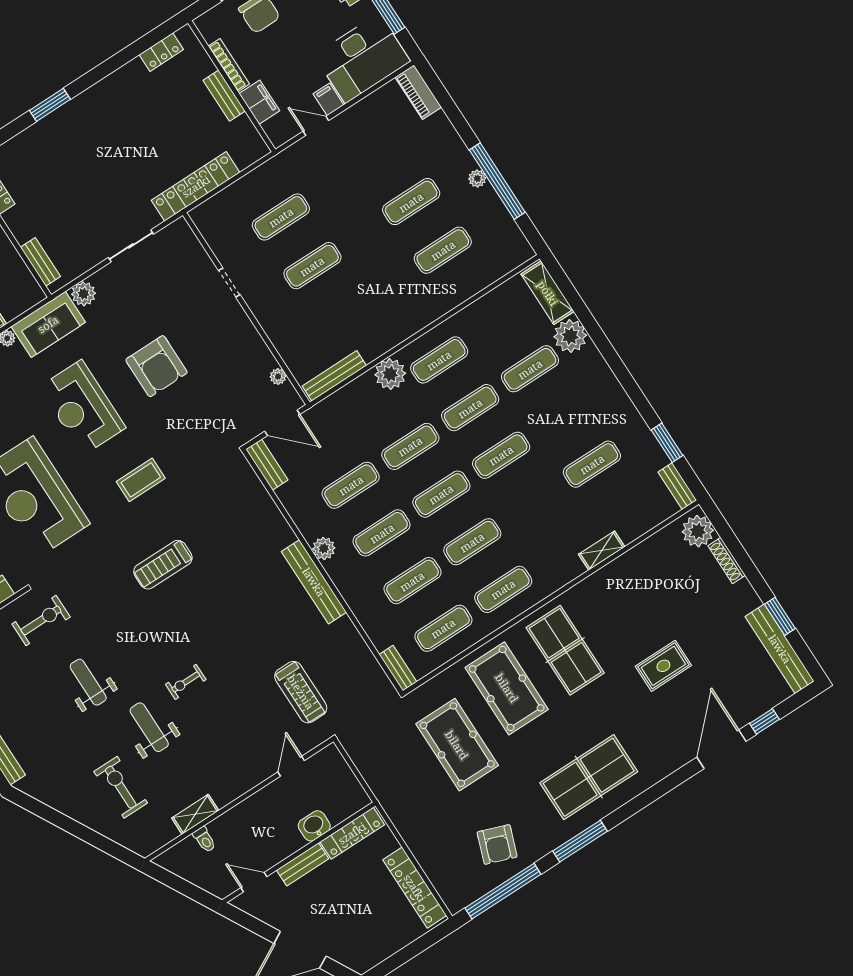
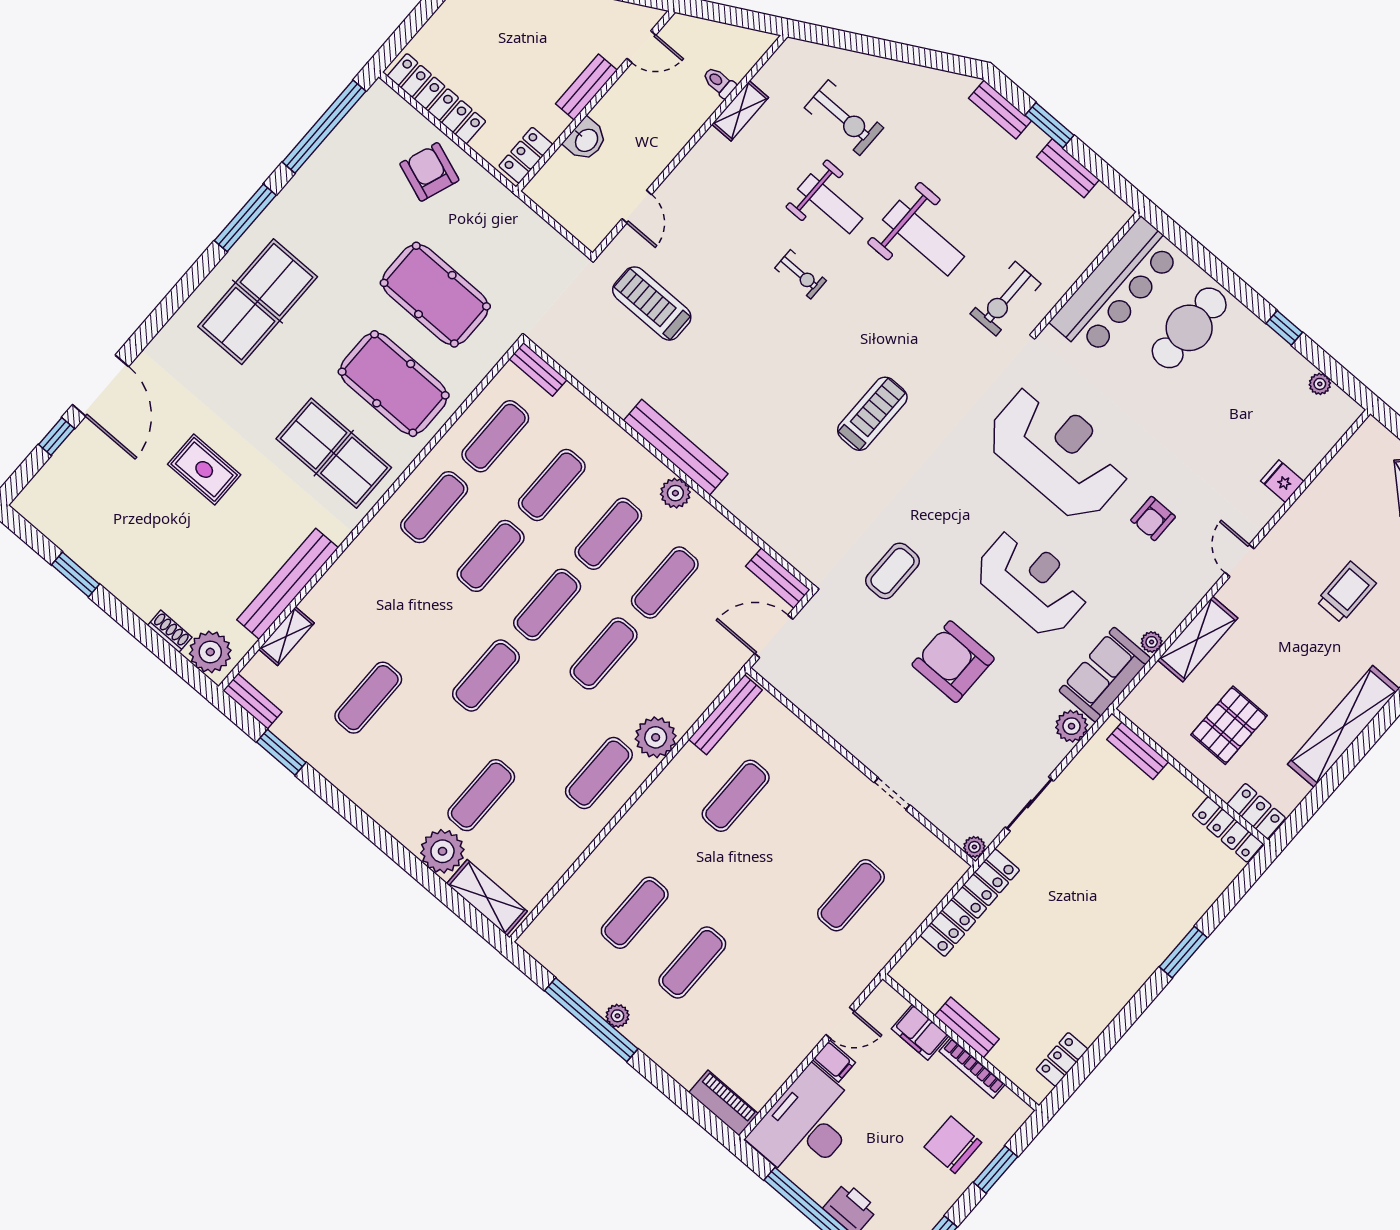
exercise mat: (312, 266) -> (736, 796), moved
plant: (278, 377) -> (974, 847), moved
exercise mat: (470, 408) -> (542, 724), removed
coffee table: (141, 480) -> (892, 571), moved
shelving: (602, 551) -> (286, 636), moved
shoe rack: (727, 560) -> (170, 631), width x0.70
bench: (780, 649) -> (288, 584), moved, turned 90
rug: (663, 666) -> (204, 469), turned 90
weight bench: (88, 682) -> (924, 238), width x1.36, depth x1.33
exercise bike: (186, 682) -> (801, 274), turned 90
locker: (352, 833) -> (526, 155), width x0.66
armchair: (497, 844) -> (429, 172), moved

